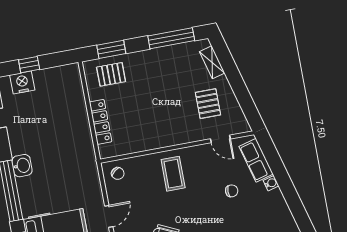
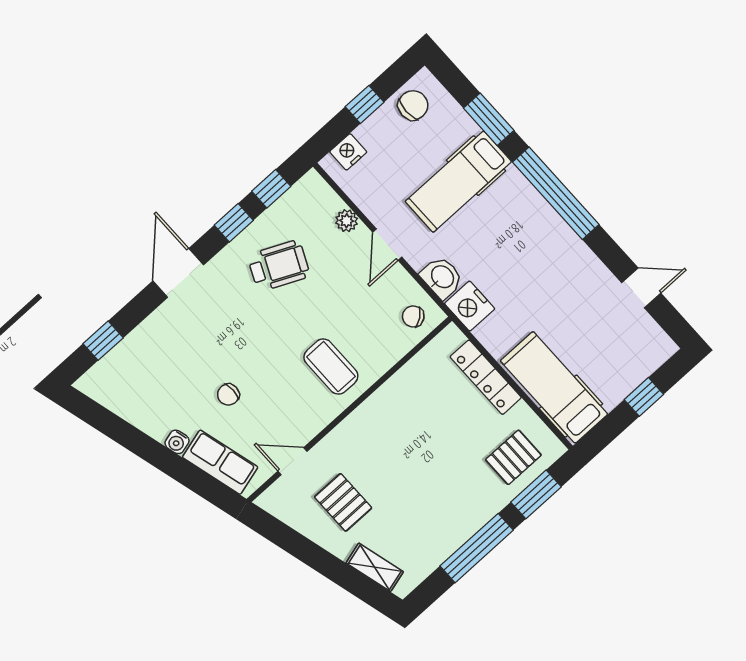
window: (171, 38) -> (477, 548), moved
nightstand: (22, 83) -> (470, 306), moved, turned 90
hospital bed: (70, 96) -> (554, 387), added
washbasin: (22, 166) -> (442, 277), moved, turned 180

